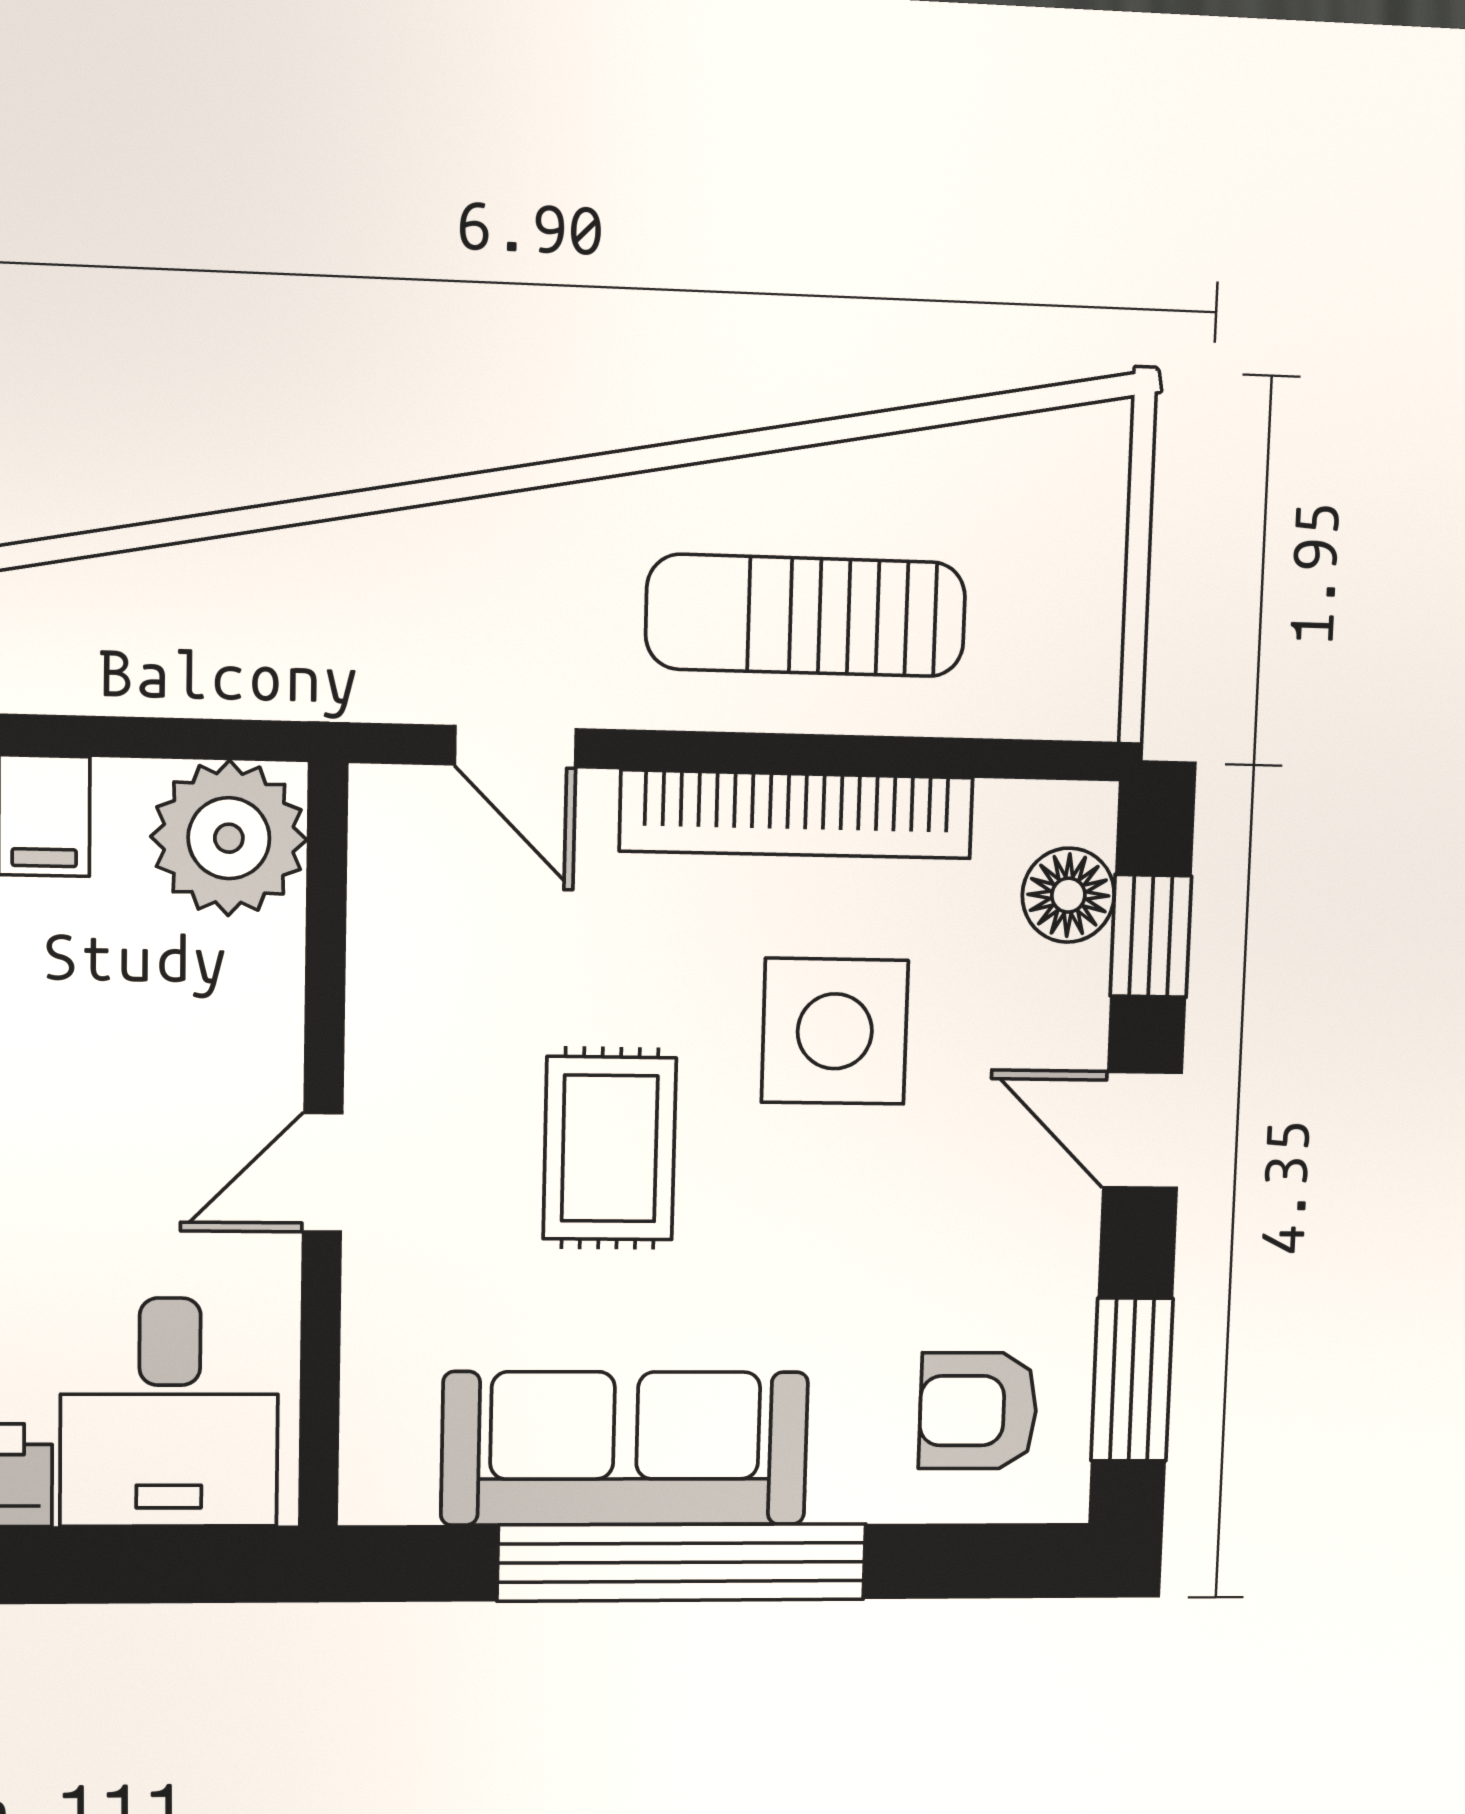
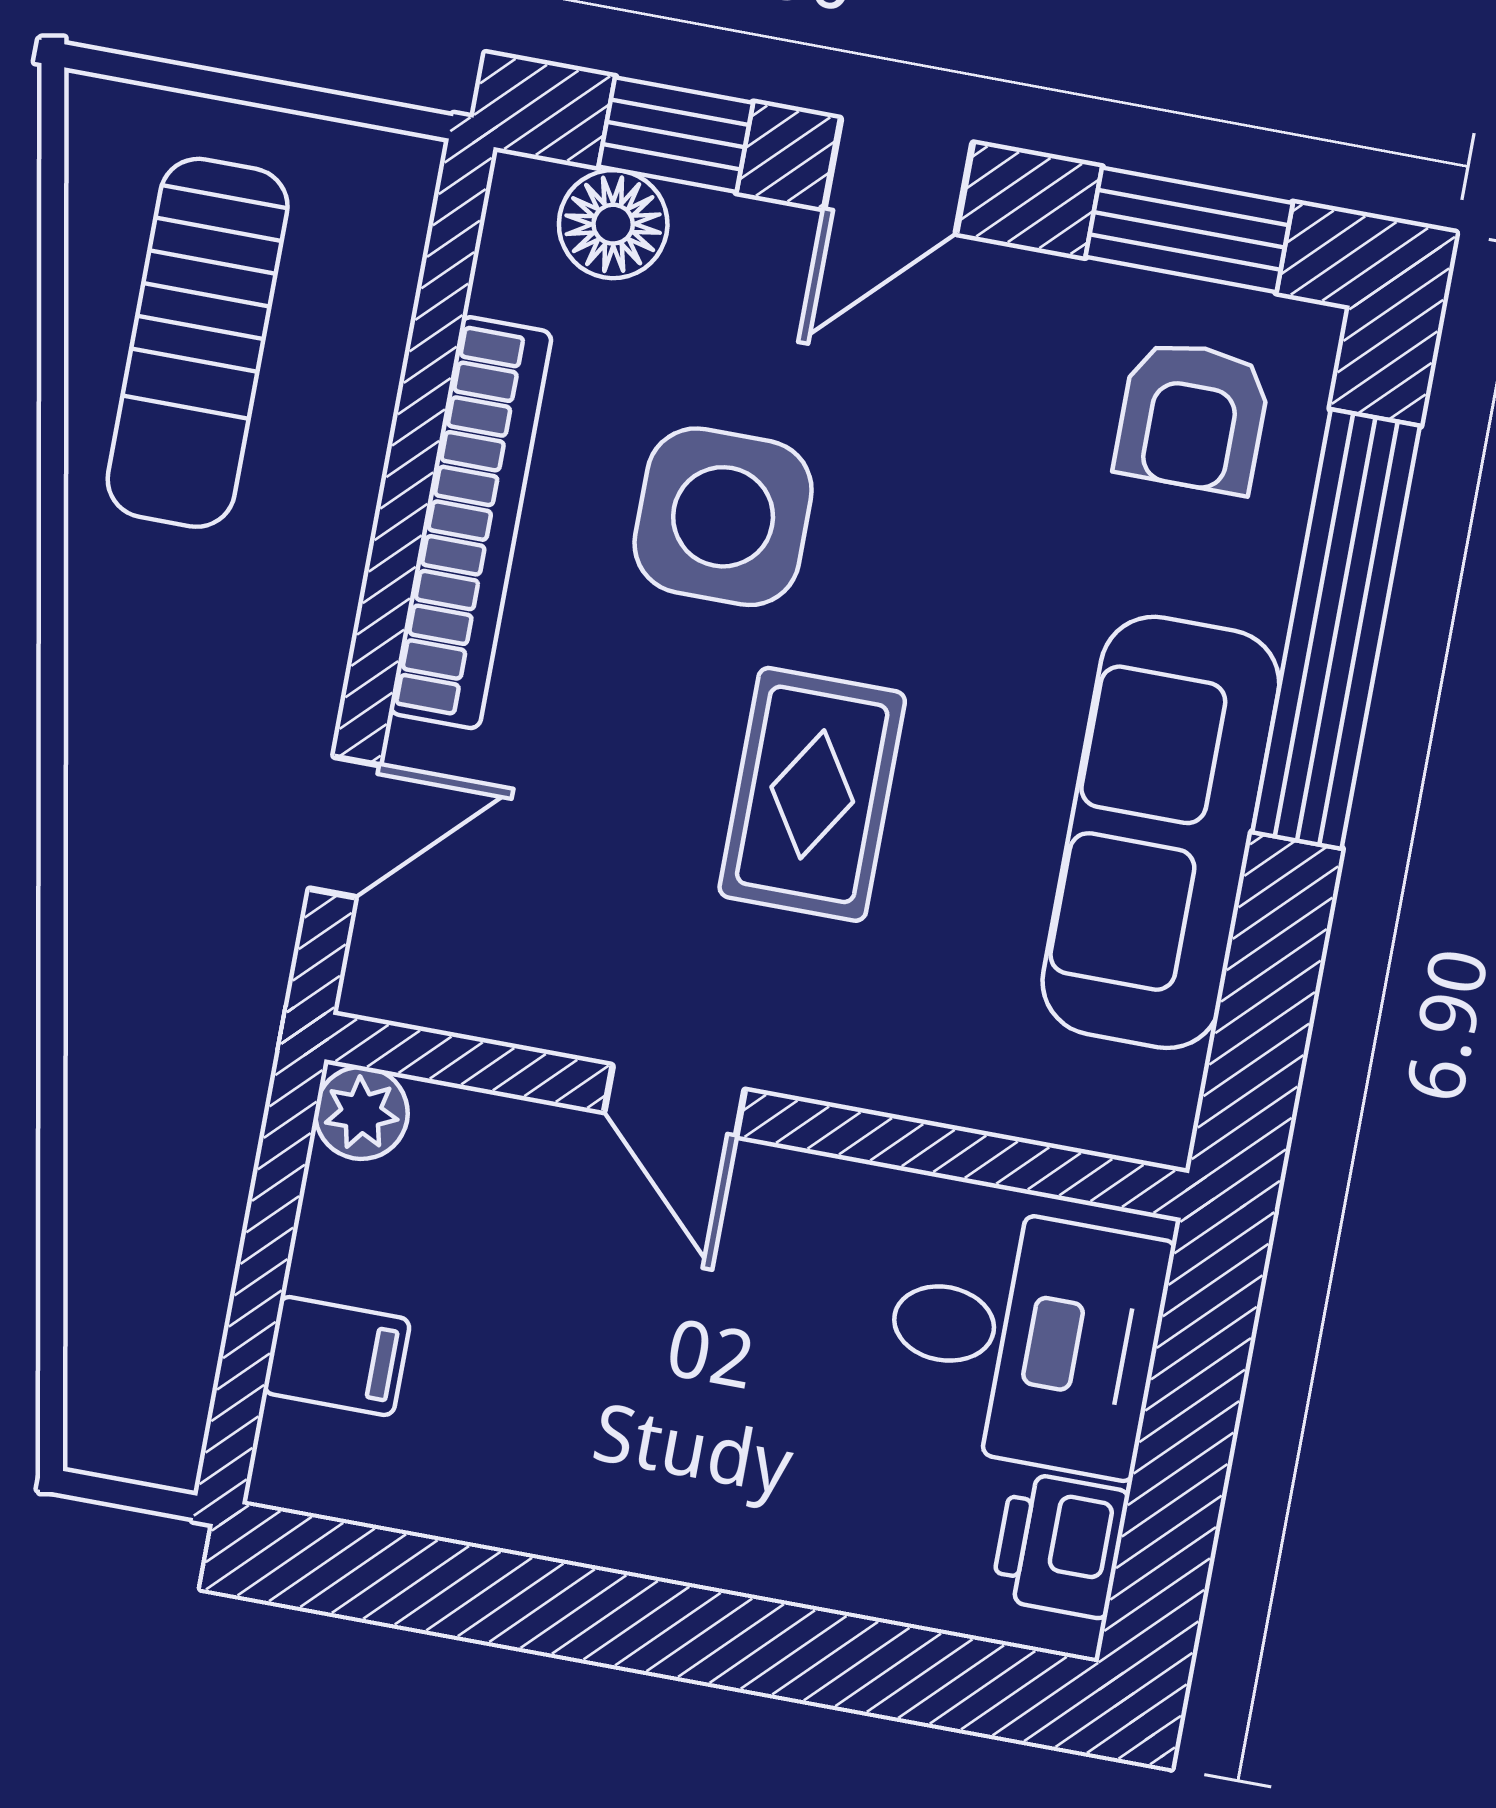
sun lounger: (806, 616) -> (198, 343), moved
plant: (229, 838) -> (361, 1113), width x0.53, depth x0.53
rug: (610, 1148) -> (812, 794), turned 90
door: (323, 1172) -> (674, 1101), moved
window: (682, 1562) -> (1336, 629), moved

